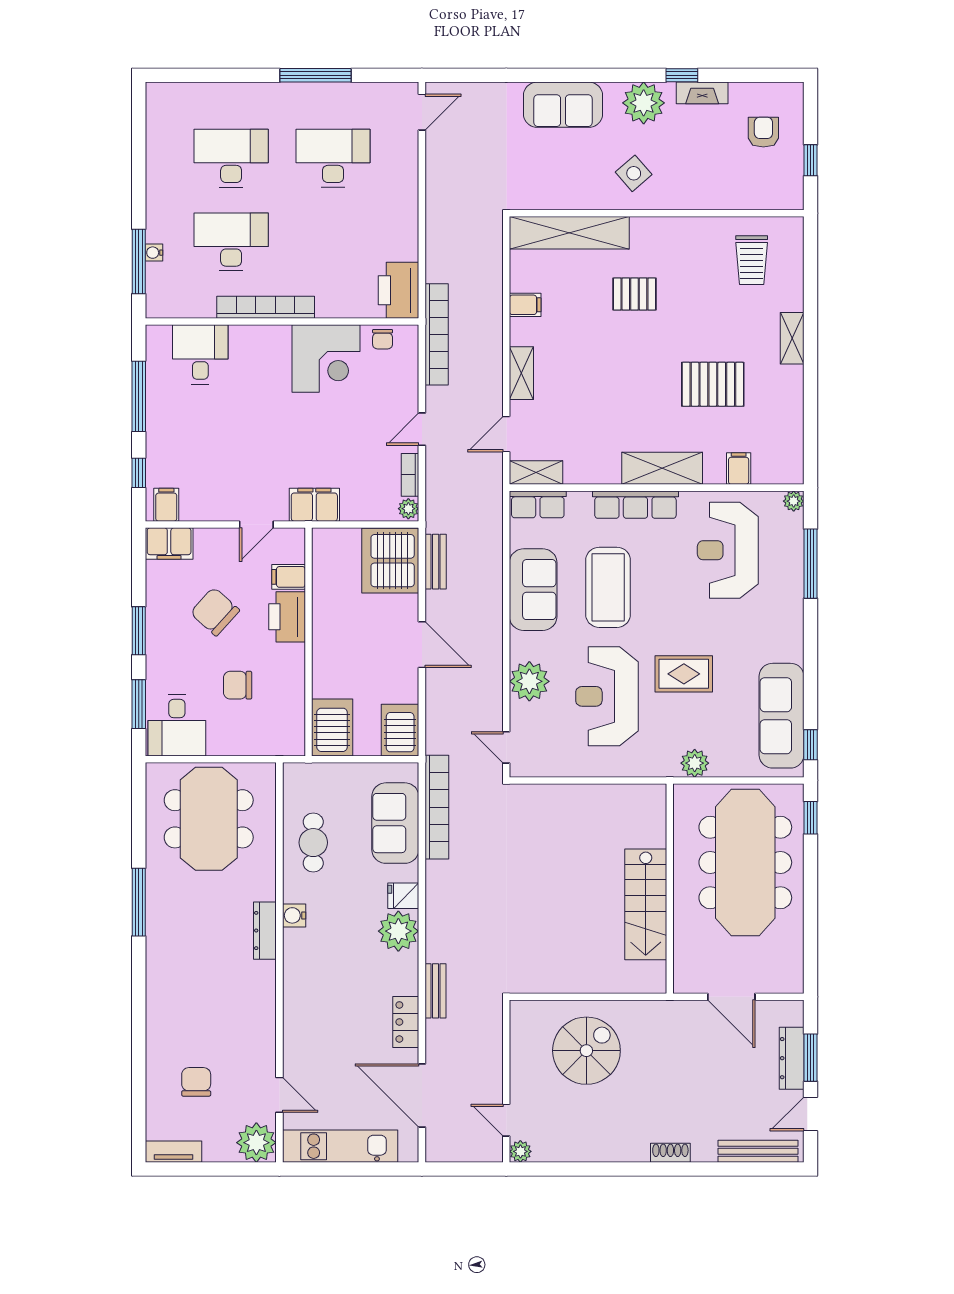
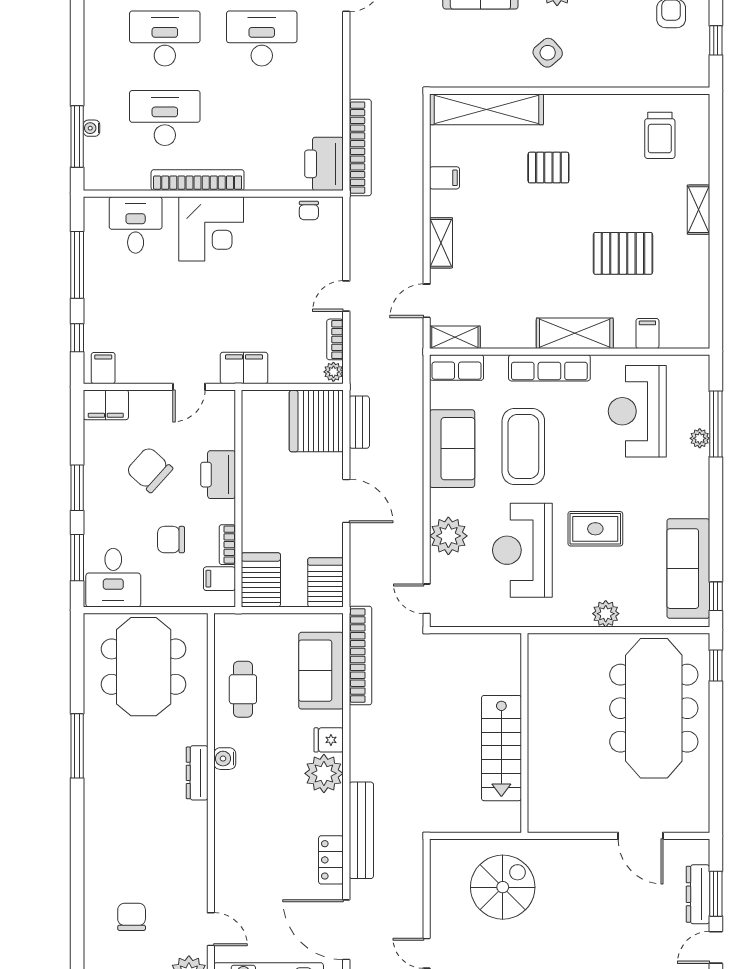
bookcase: (437, 334) -> (360, 148), moved
corner desk: (326, 358) -> (211, 229), moved
plant: (794, 501) -> (700, 438), moved
filing cabinet: (289, 577) -> (219, 579), moved
bookcase: (297, 690) -> (227, 545), added
wall: (670, 889) -> (524, 733), moved
stairs: (646, 904) -> (501, 748), moved
bench: (435, 991) -> (361, 830), width x1.86, depth x1.21

